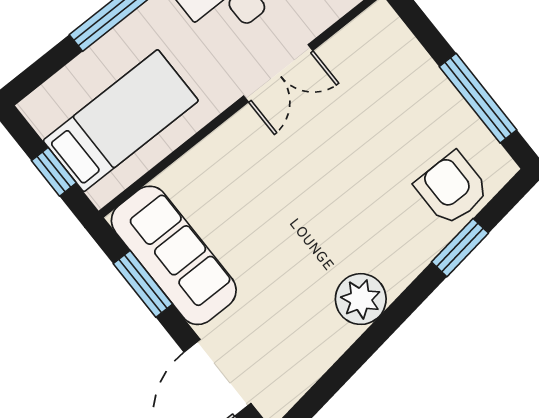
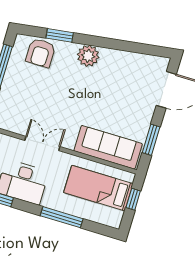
sofa: (174, 255) -> (108, 147), moved, turned 90
plant: (361, 299) -> (88, 56), moved

